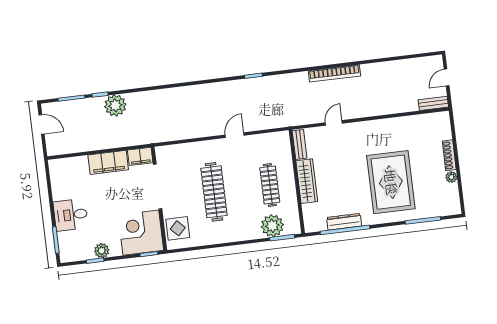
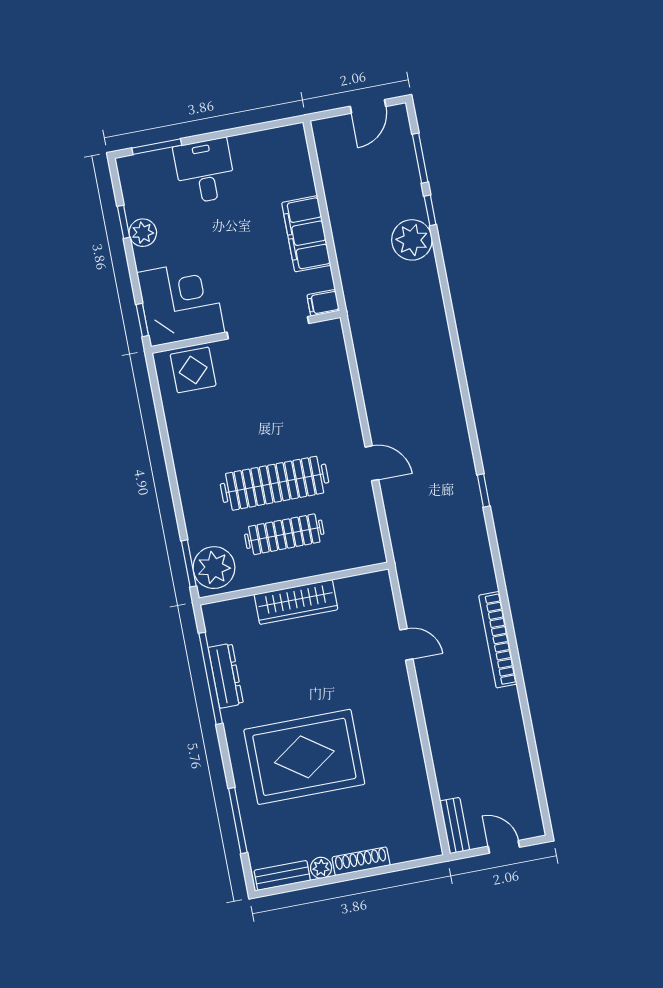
bench: (300, 144) -> (282, 875), moved
filing cabinet: (140, 156) -> (323, 303), width x0.50
clothes rail: (214, 192) -> (275, 483), moved
plant: (272, 226) -> (214, 568), moved

